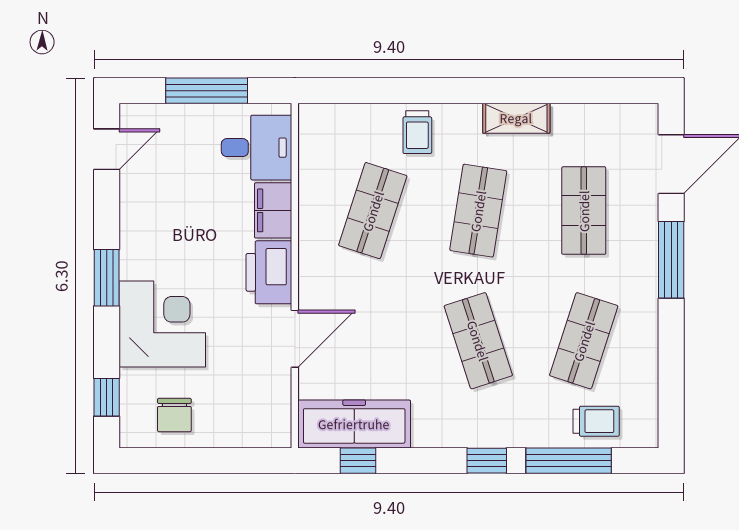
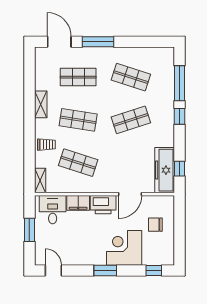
window: (207, 91) -> (29, 230), width x0.69
shelving: (329, 117) -> (40, 181), added
door: (295, 339) -> (130, 194), swing flipped
chair: (174, 415) -> (155, 225), moved, turned 180
trolley: (596, 421) -> (163, 72), removed

